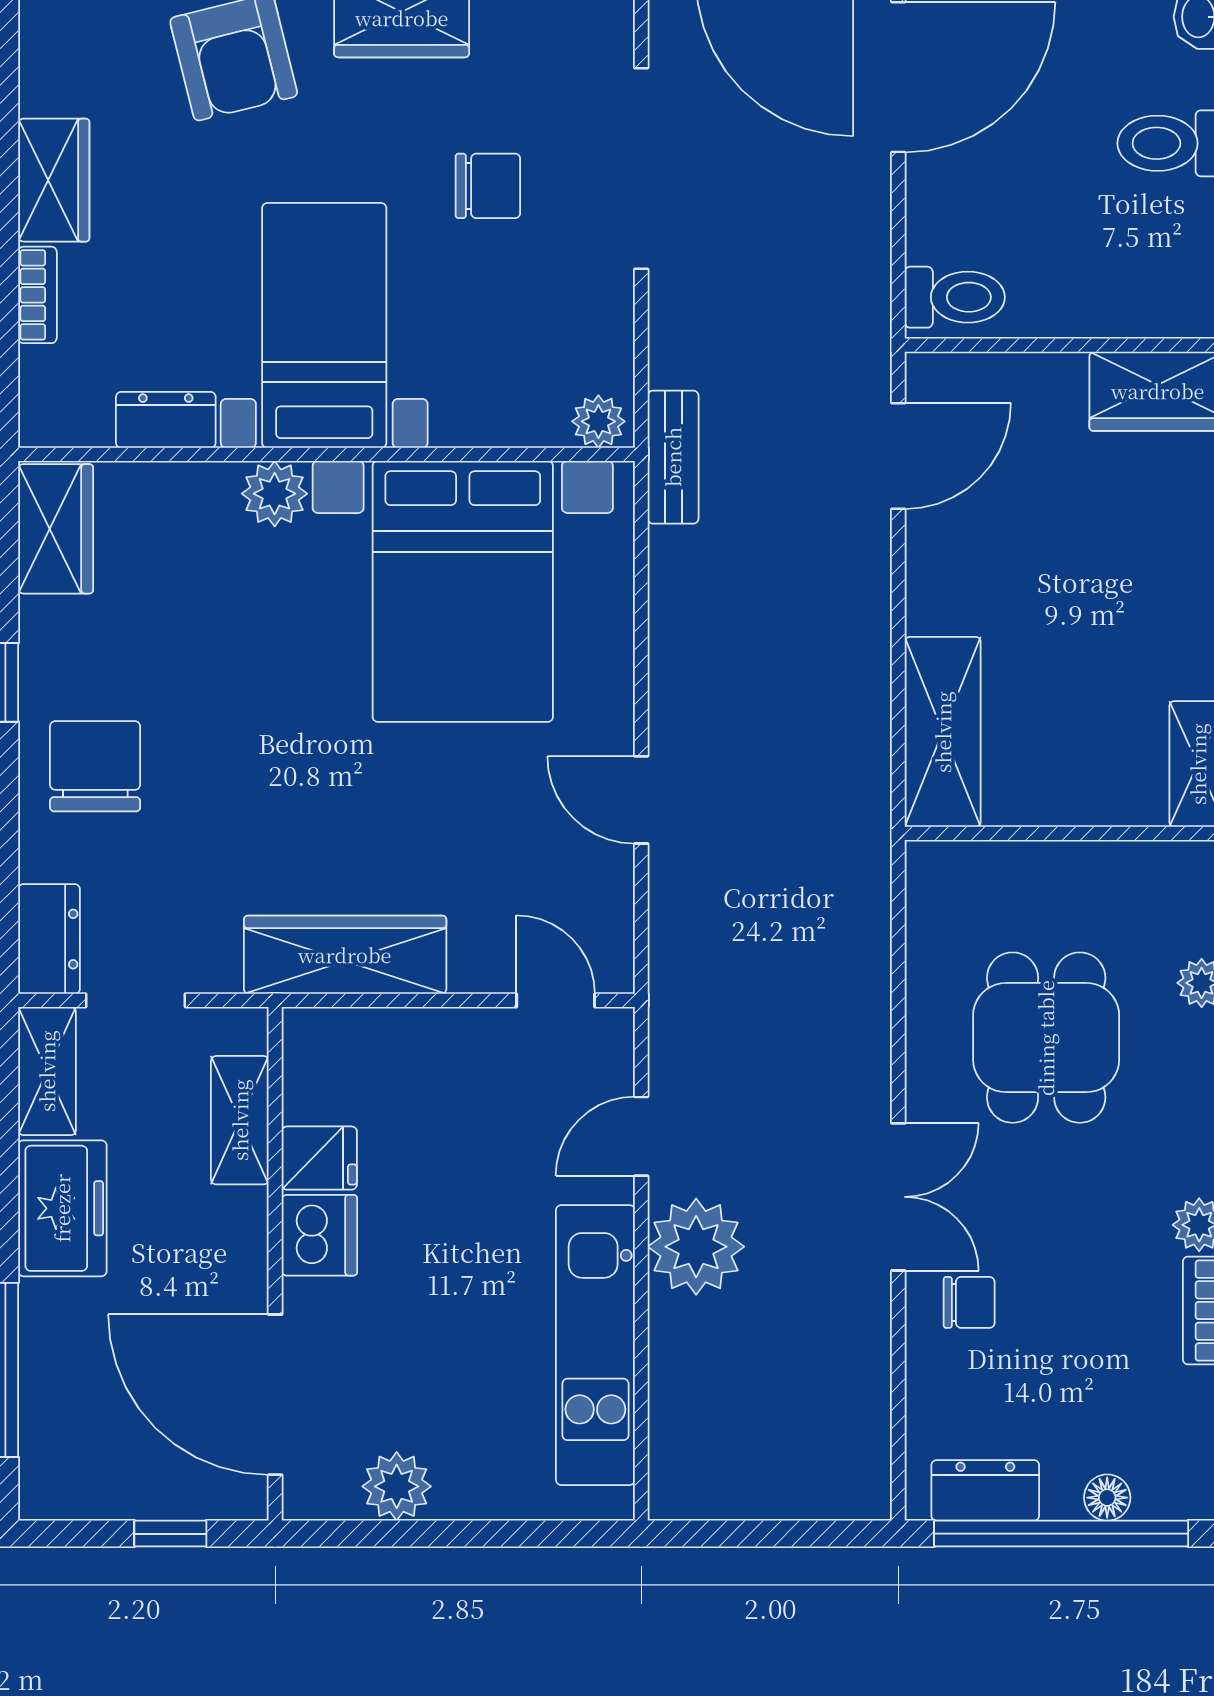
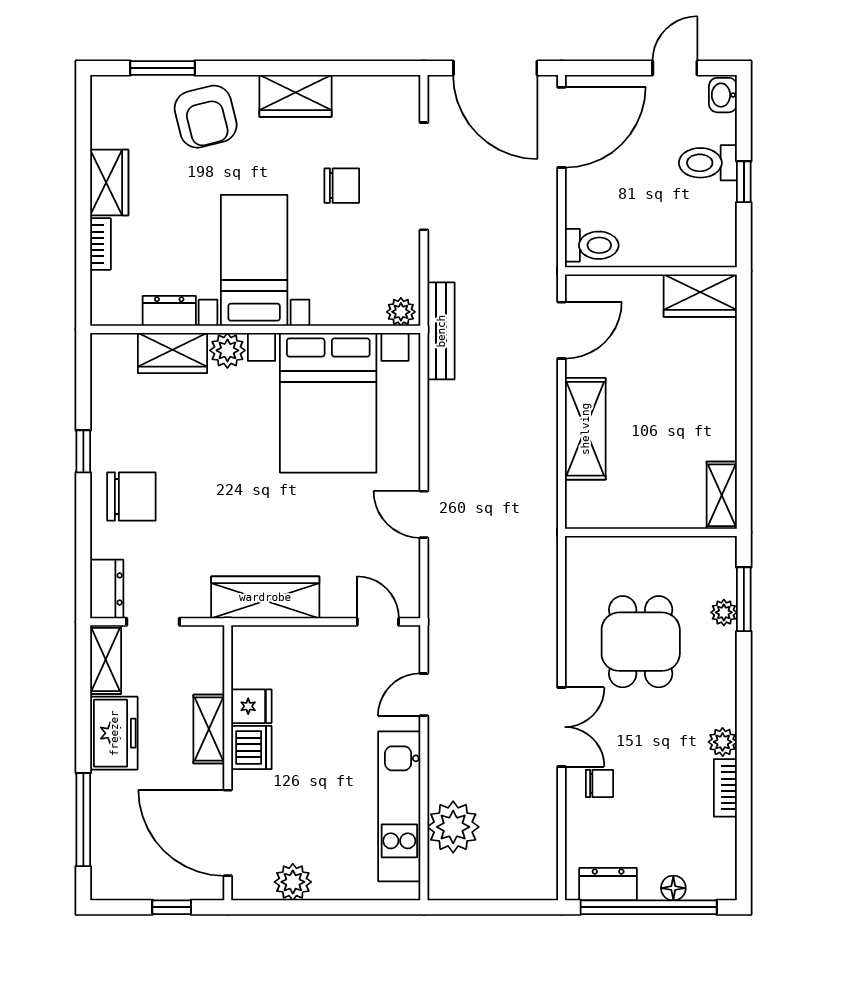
bench: (673, 457) -> (441, 331), width x1.36
wardrobe: (56, 529) -> (172, 353), moved, turned 90
shelving: (943, 732) -> (585, 429), moved
chair: (95, 766) -> (131, 496), turned 90
shelving: (240, 1120) -> (209, 729), moved
plant: (696, 1247) -> (453, 827), moved

